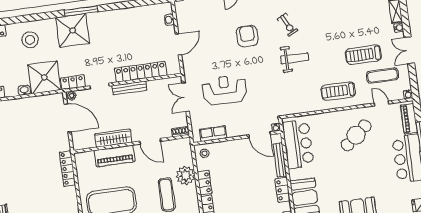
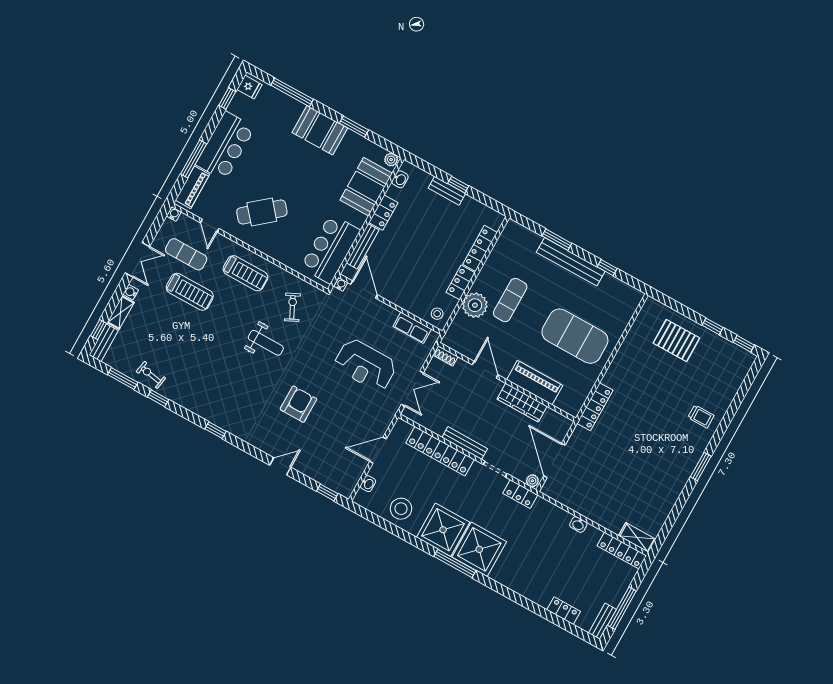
exercise bike: (288, 25) -> (292, 307), moved
armchair: (247, 36) -> (298, 404), turned 180
stool: (30, 40) -> (401, 509), moved
weight bench: (295, 58) -> (266, 343), turned 180
shower: (44, 77) -> (443, 530), moved

